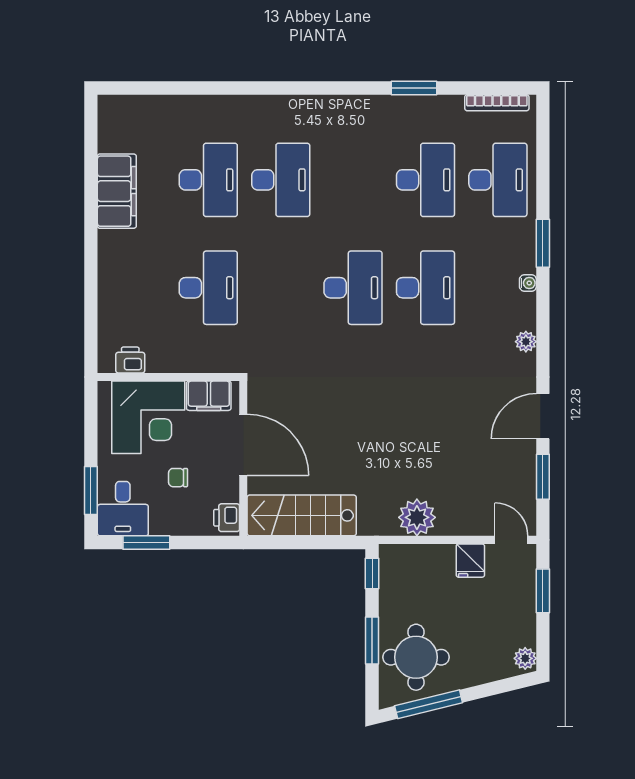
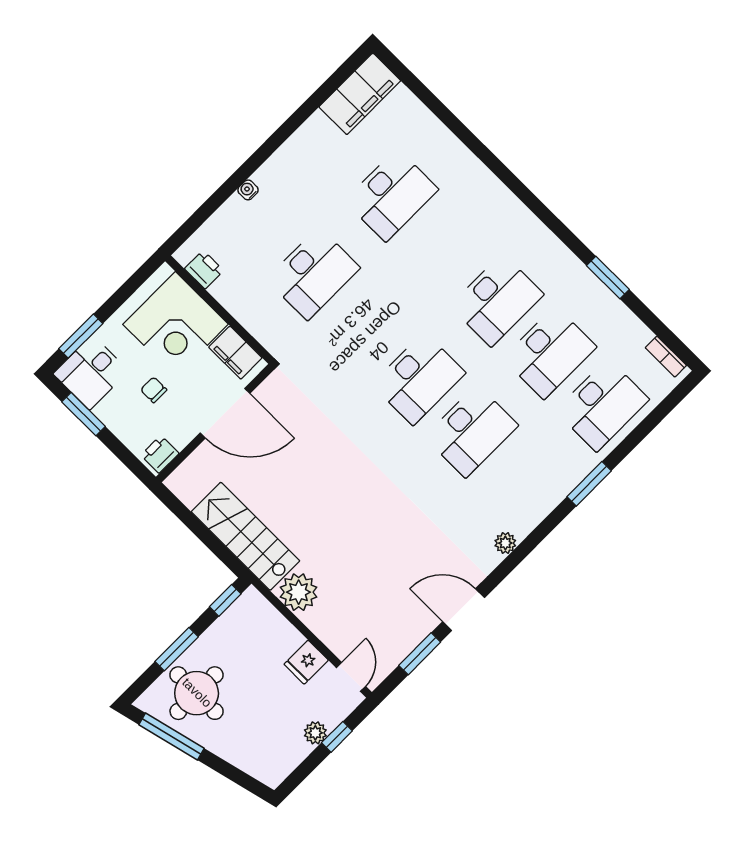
bookcase: (497, 103) -> (666, 357), width x0.64
desk: (281, 180) -> (497, 300), moved
filing cabinet: (117, 191) -> (360, 94), moved
water cooler: (528, 283) -> (248, 190), moved, turned 180
door: (243, 445) -> (225, 413), hinge flipped
stairs: (302, 515) -> (245, 536), moved
window: (543, 591) -> (337, 737), width x0.67
plant: (525, 658) -> (315, 733), moved

